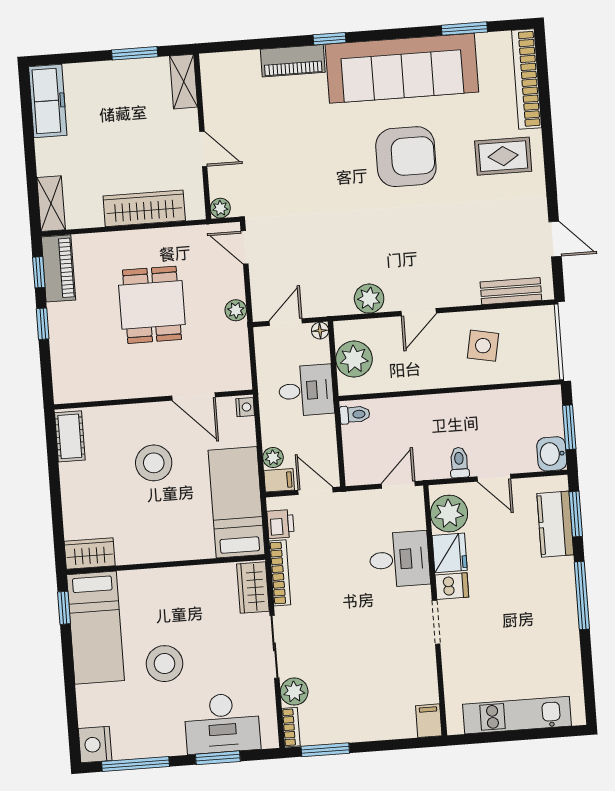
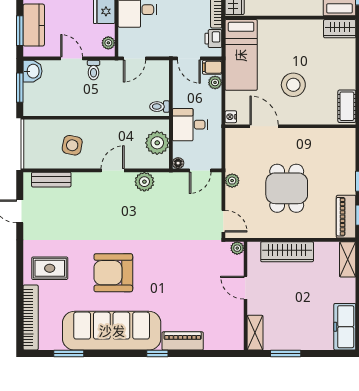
plant: (449, 513) -> (108, 43), width x0.53, depth x0.53

